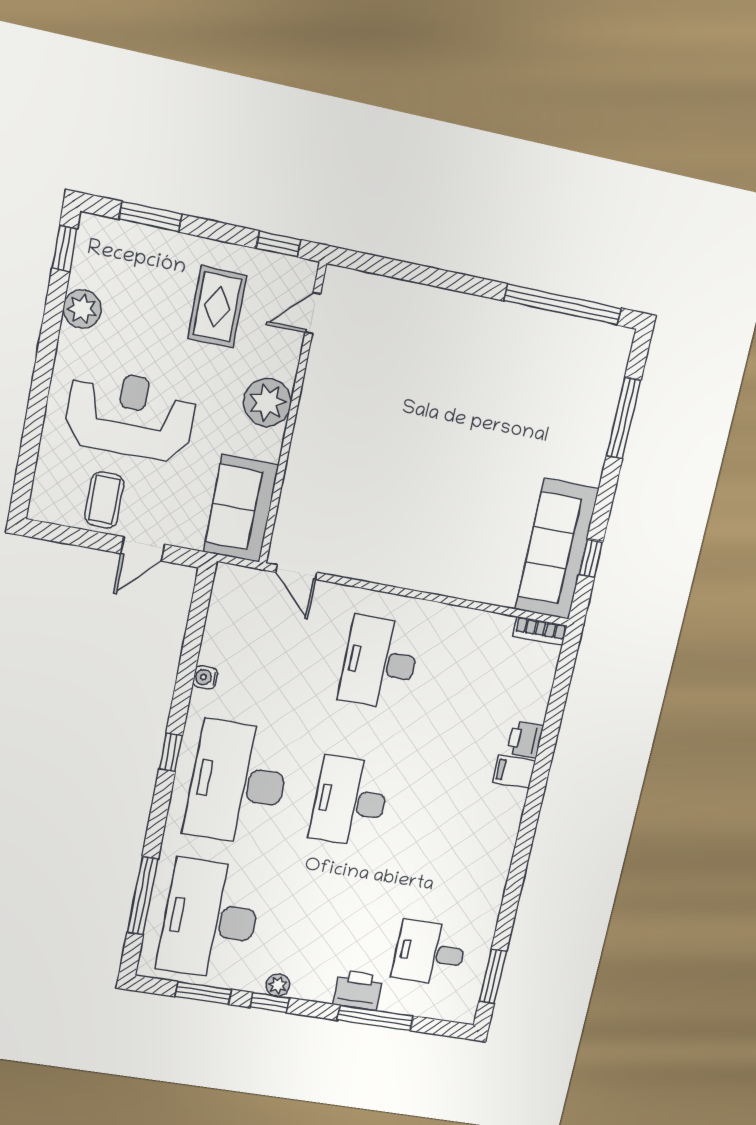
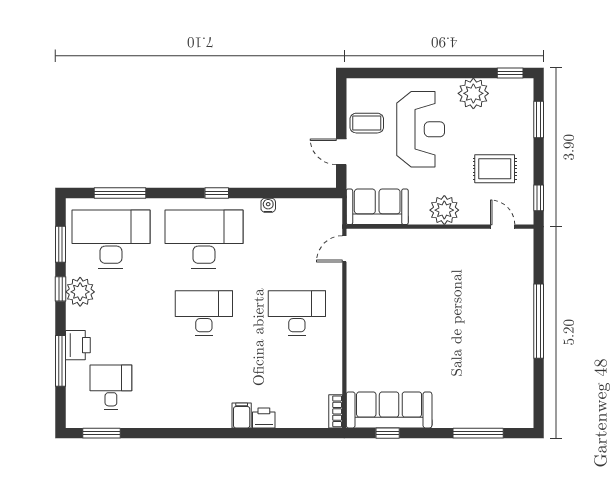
window: (563, 305) -> (539, 321), moved
plant: (82, 309) -> (473, 93), width x1.36, depth x1.36
plant: (278, 985) -> (80, 292), width x1.88, depth x1.88

